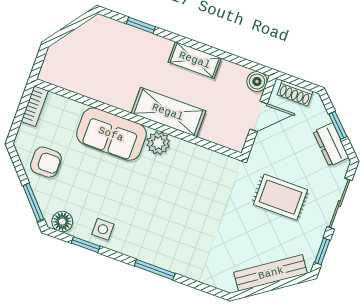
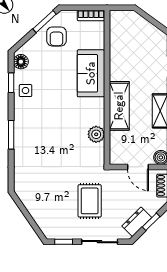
plant: (158, 143) -> (96, 134), moved
window: (33, 202) -> (45, 22), moved
bench: (271, 273) -> (37, 213), removed

